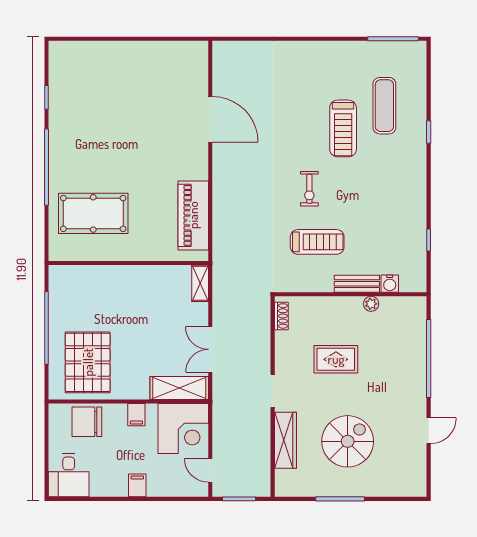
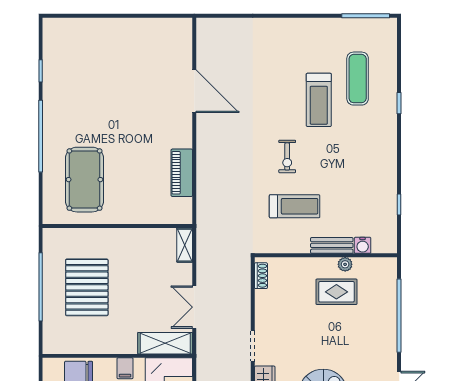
pool table: (93, 213) -> (84, 180), turned 90
piano: (193, 215) -> (182, 173), width x0.73, depth x0.75
rug: (336, 359) -> (336, 292), moved
pallet: (88, 362) -> (87, 287), moved

